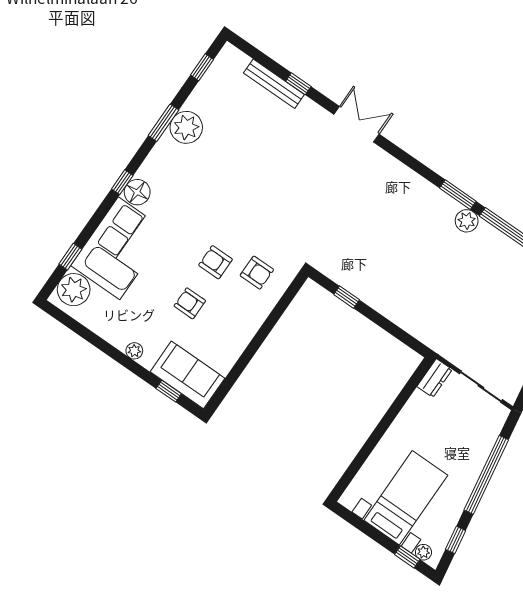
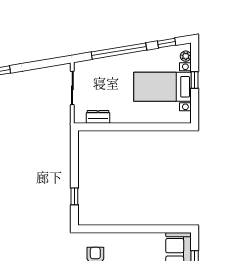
dresser: (435, 378) -> (98, 117), moved
window: (407, 557) -> (195, 80), moved

